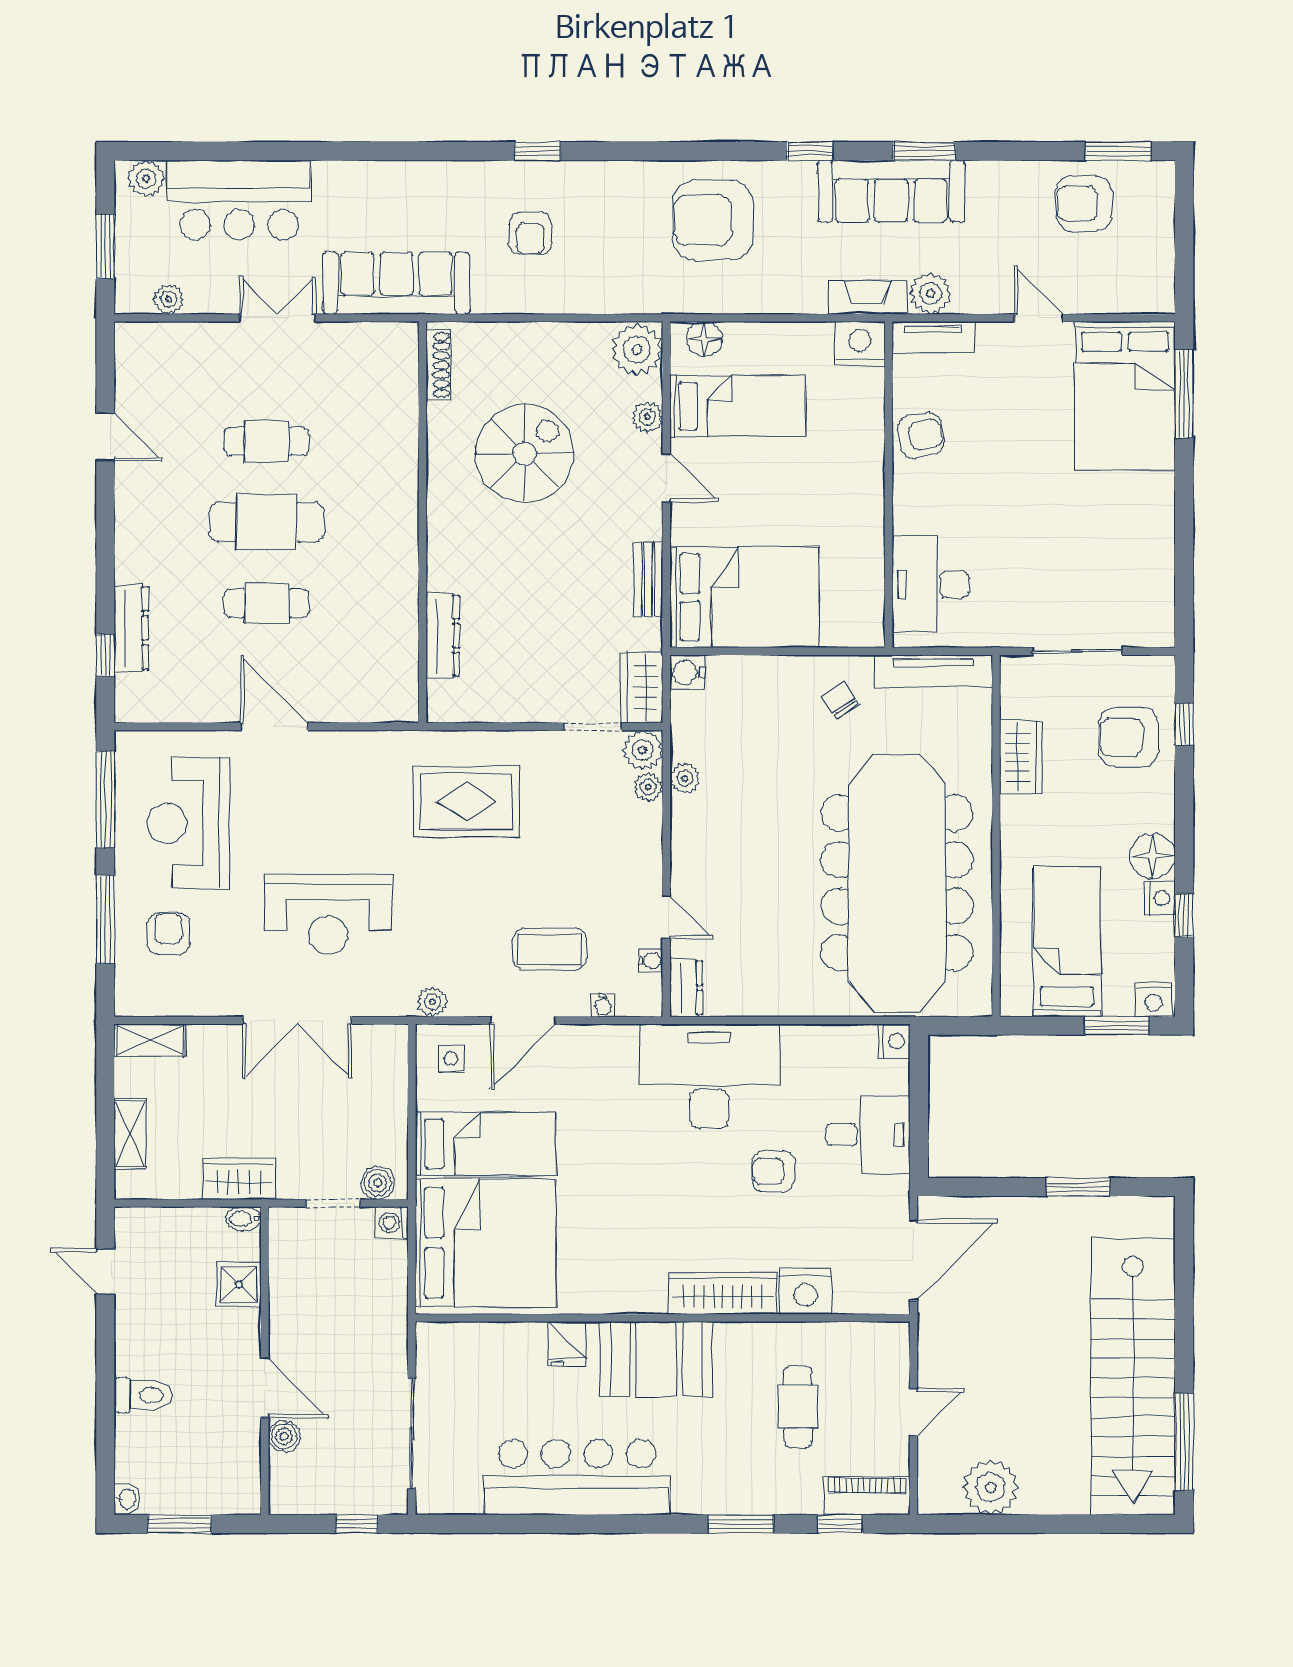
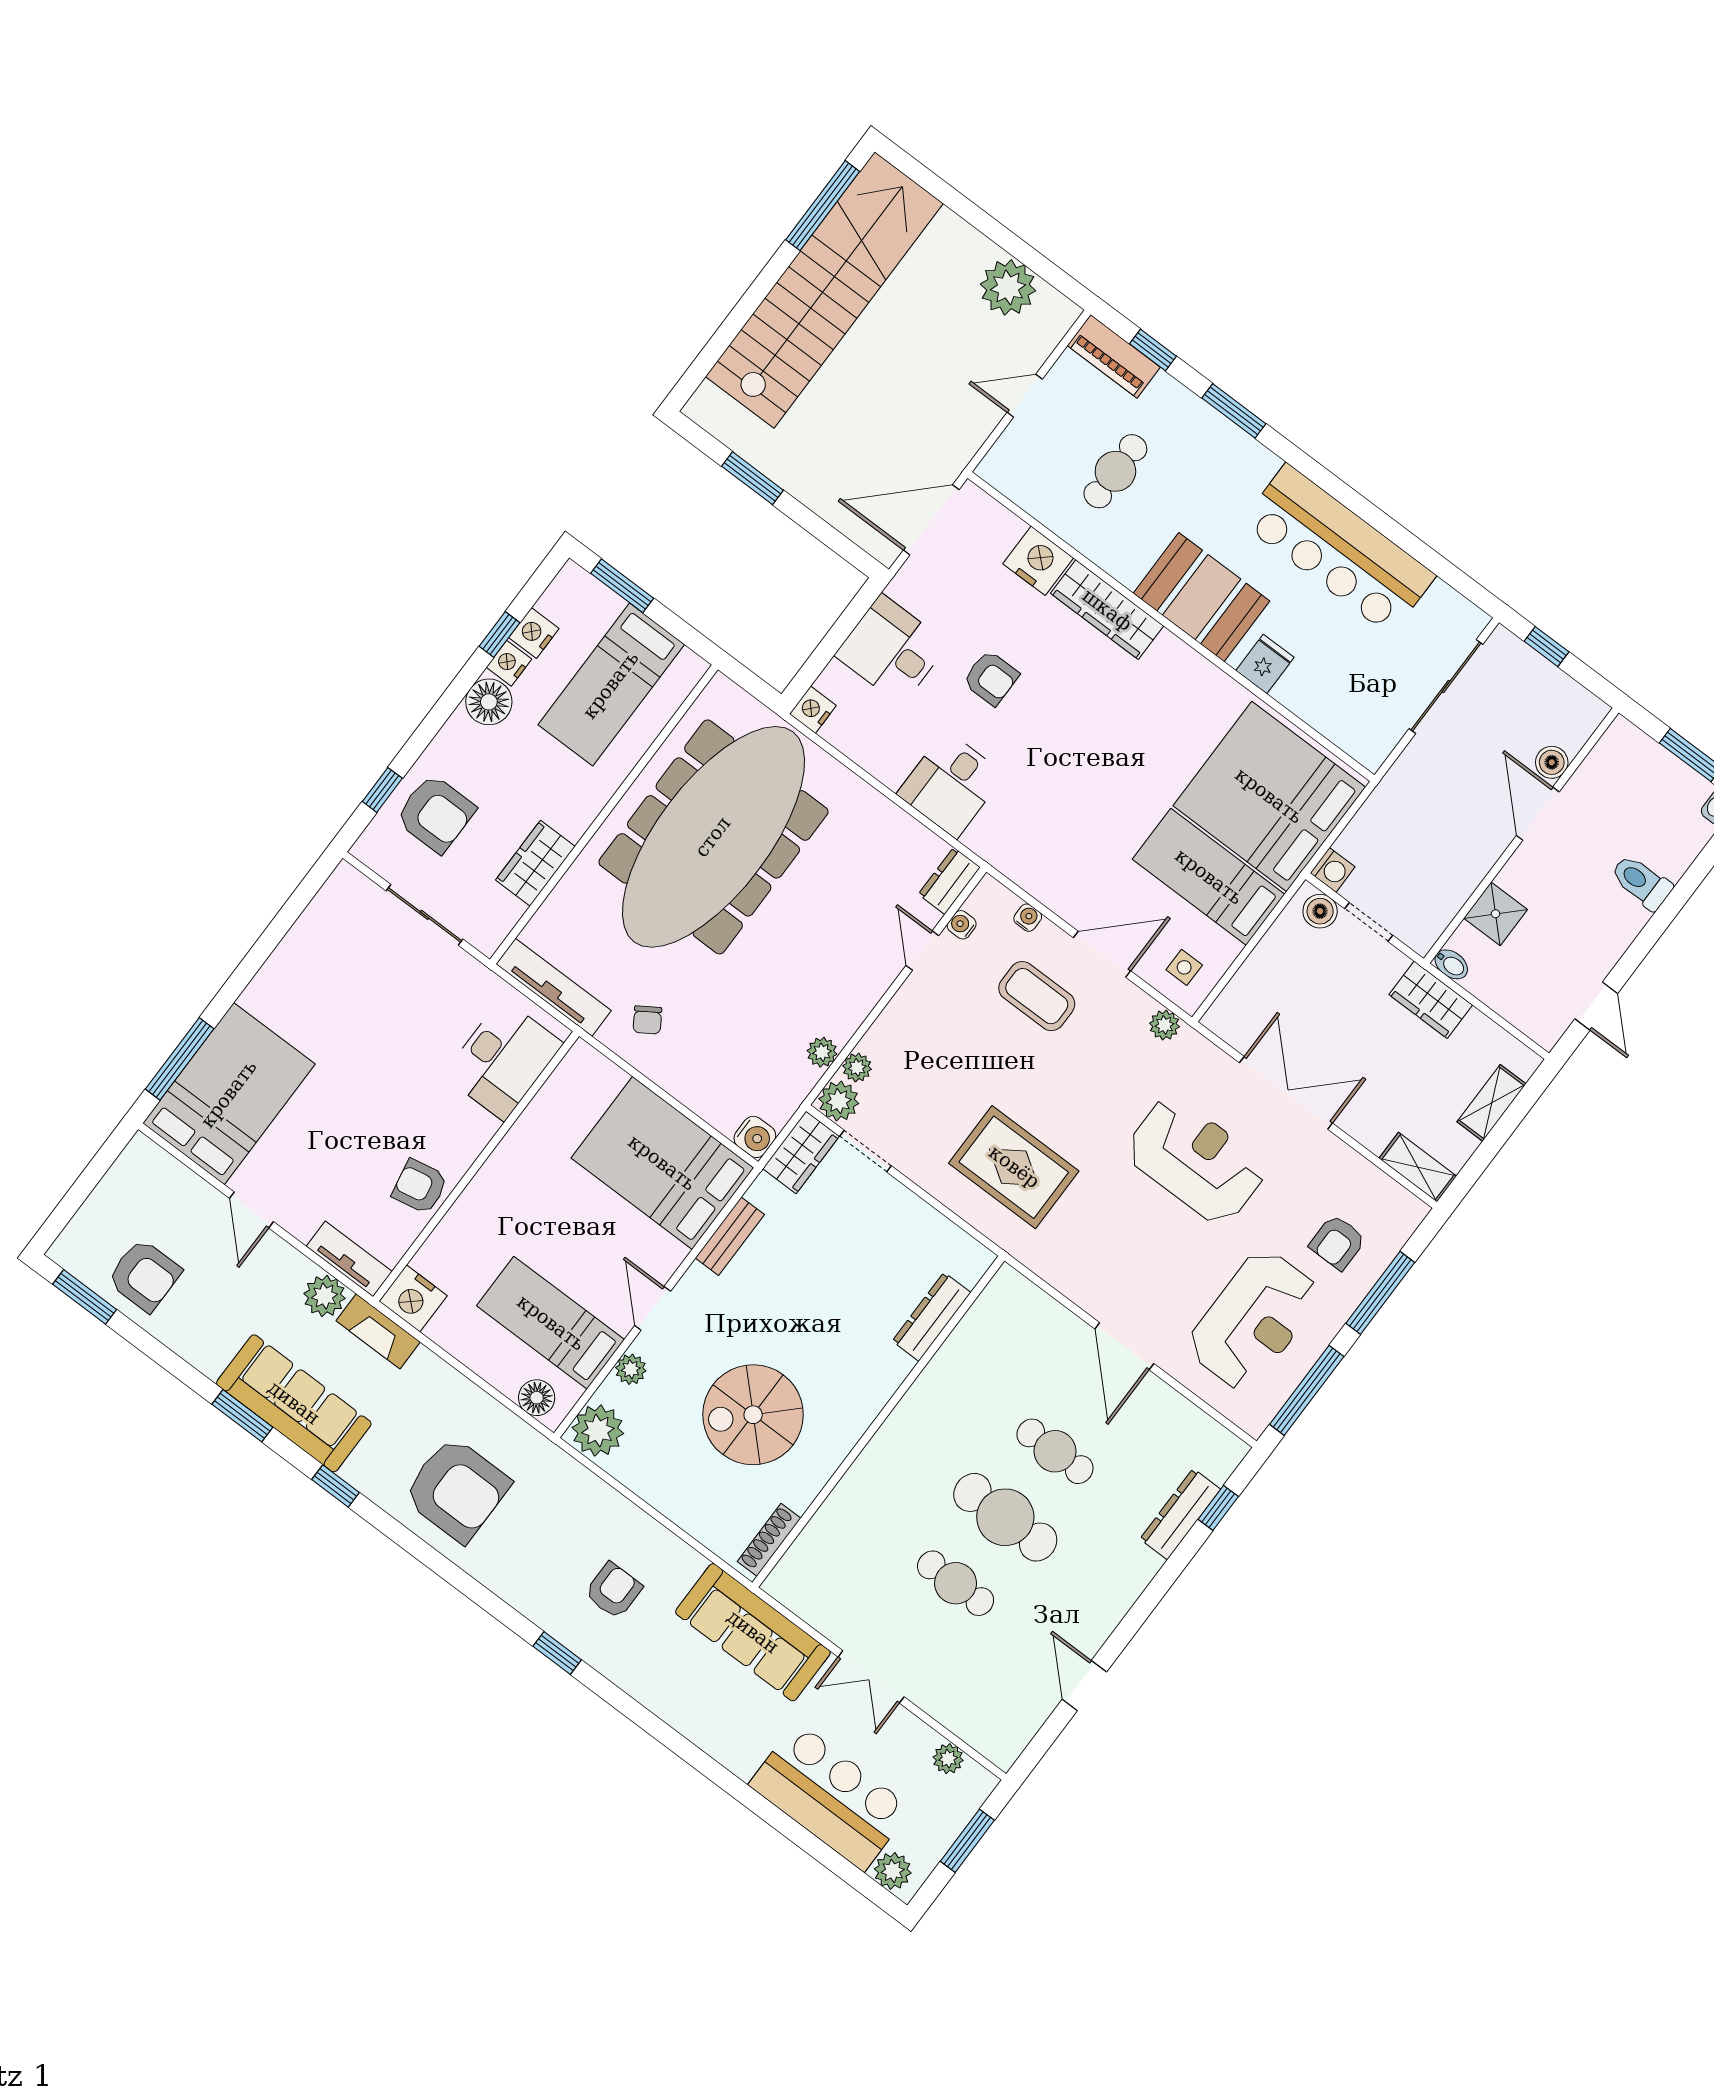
nightstand: (1154, 1000) -> (534, 633), moved, turned -90
desk: (709, 1076) -> (951, 784), width x0.53, depth x0.77

